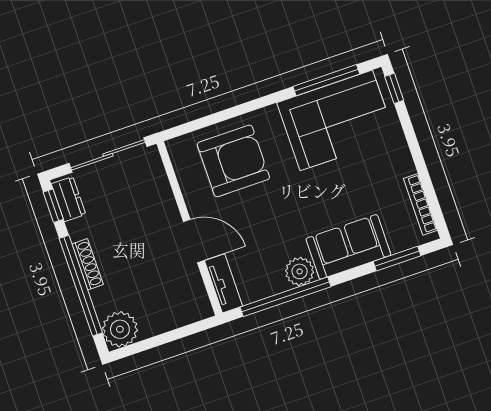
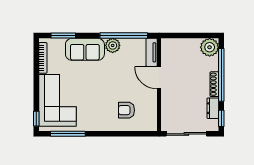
corner sofa: (336, 120) -> (57, 100), moved, turned 90
armchair: (233, 161) -> (126, 110), width x0.53, depth x0.53
dresser: (68, 199) -> (213, 108), moved

